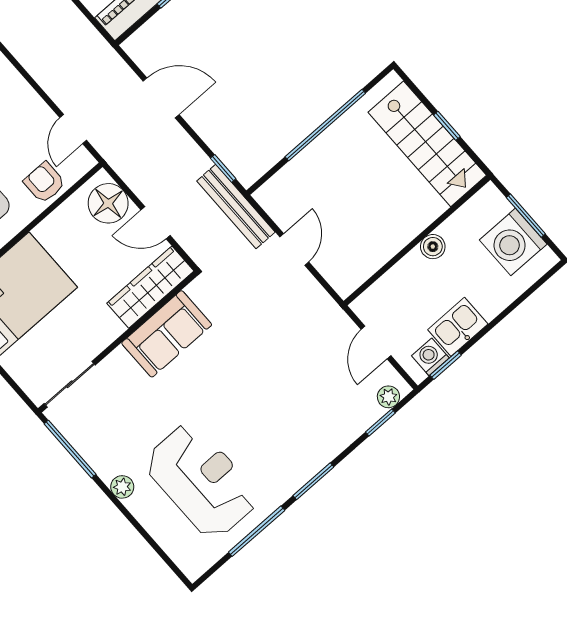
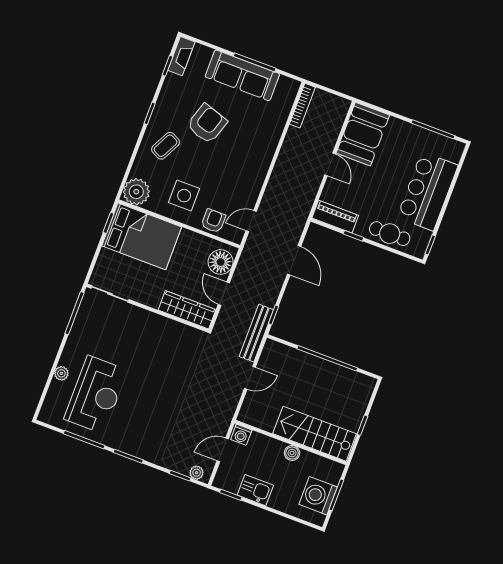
stairs: (427, 144) -> (315, 434), moved, turned 90
sofa: (167, 334) -> (166, 332), removed
washing machine: (430, 357) -> (241, 435), moved, turned 180
plant: (122, 487) -> (61, 373), moved

